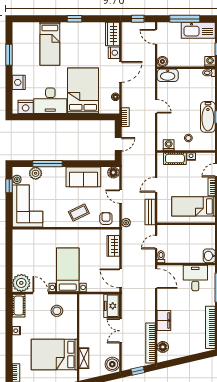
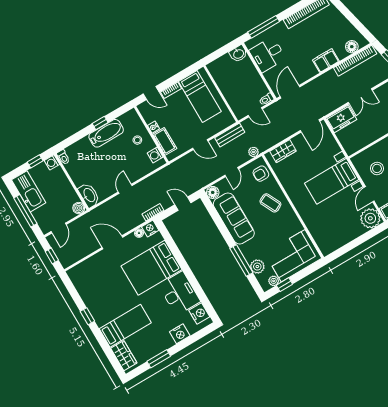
wardrobe: (112, 34) -> (124, 356), moved, turned -90
nightstand: (114, 53) -> (150, 229), moved
sofa: (83, 177) -> (234, 219), width x1.36

